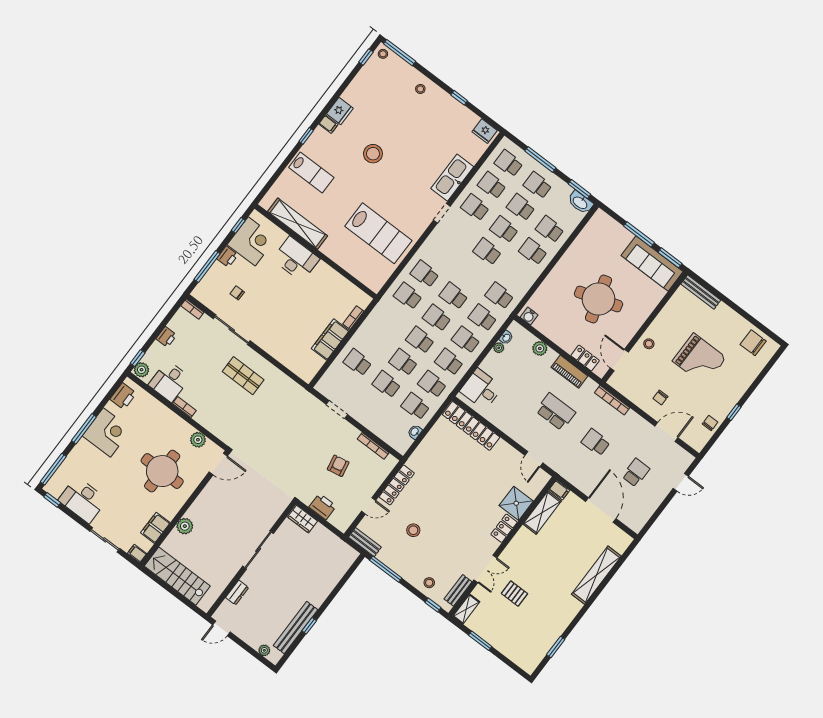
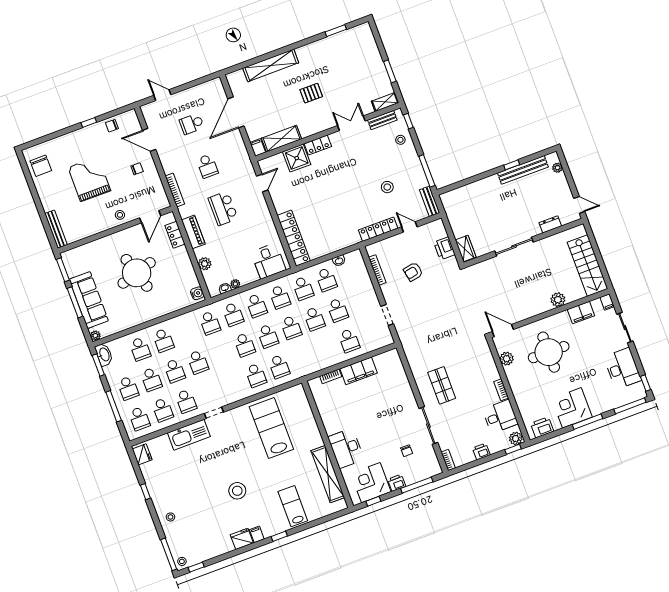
plant: (600, 215) -> (95, 336), added
sofa: (652, 263) -> (89, 300), moved
pallet: (514, 594) -> (311, 93), moved, turned 90

